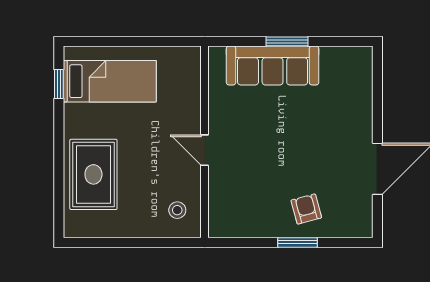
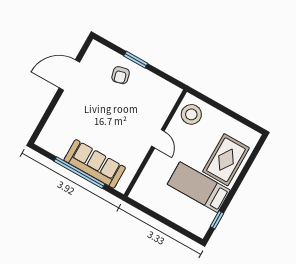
window: (287, 41) -> (79, 173), width x2.11
bed: (110, 81) -> (199, 187), moved
stool: (177, 210) -> (191, 114), width x1.89, depth x1.89

